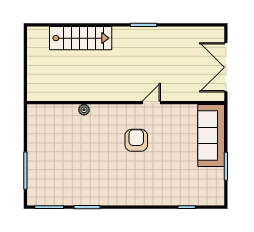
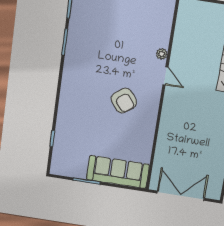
door: (151, 103) -> (165, 76), moved
armchair: (136, 140) -> (124, 101), turned 52

